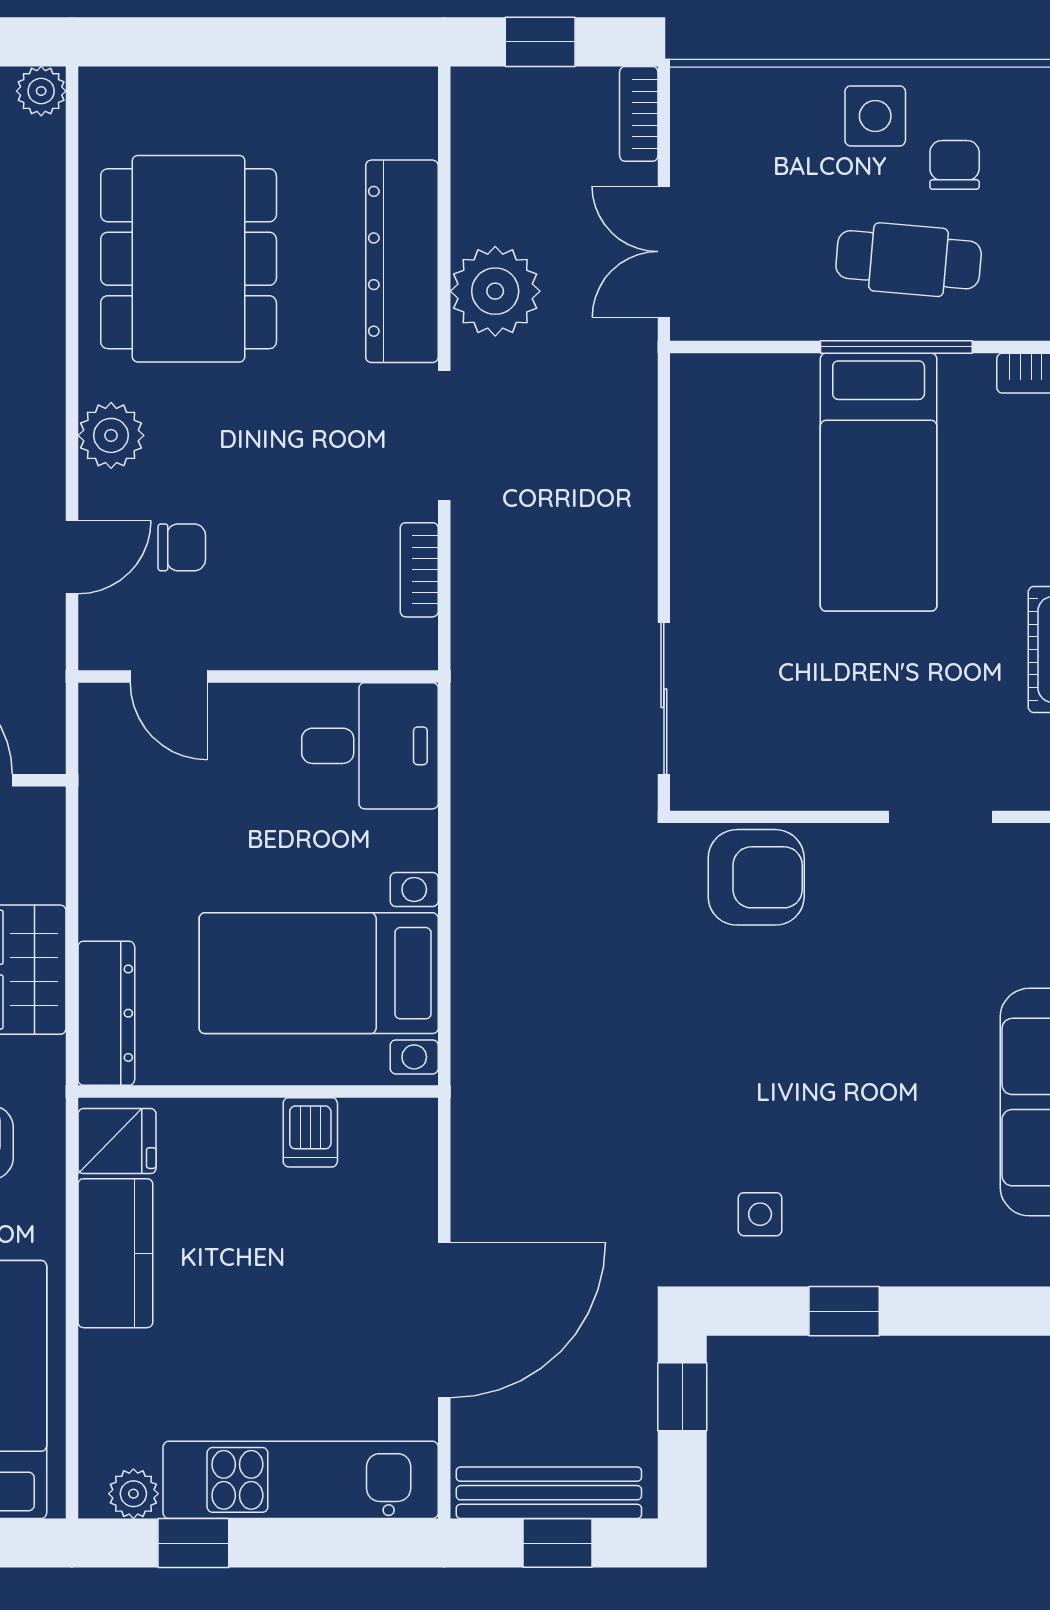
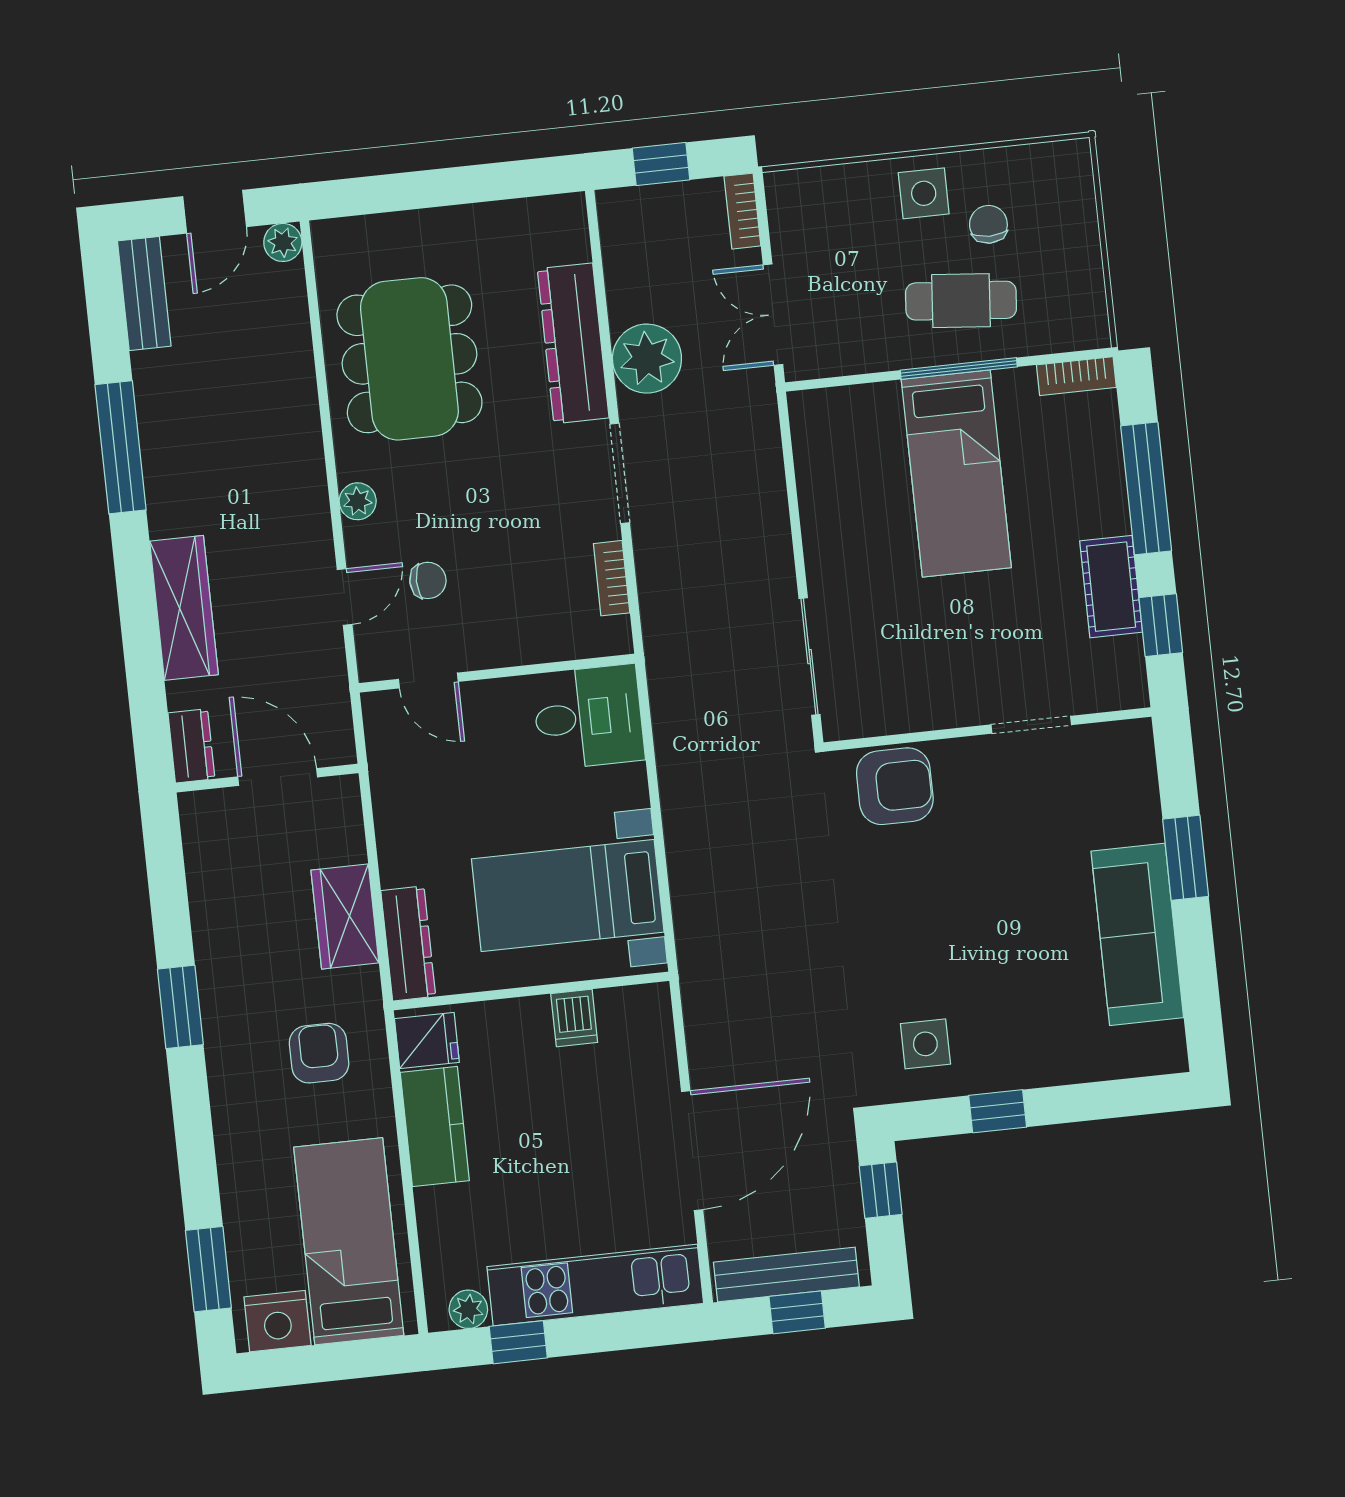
plant: (111, 435) -> (358, 501), width x0.73, depth x0.73
side table: (760, 1214) -> (925, 1044), width x1.37, depth x1.37

